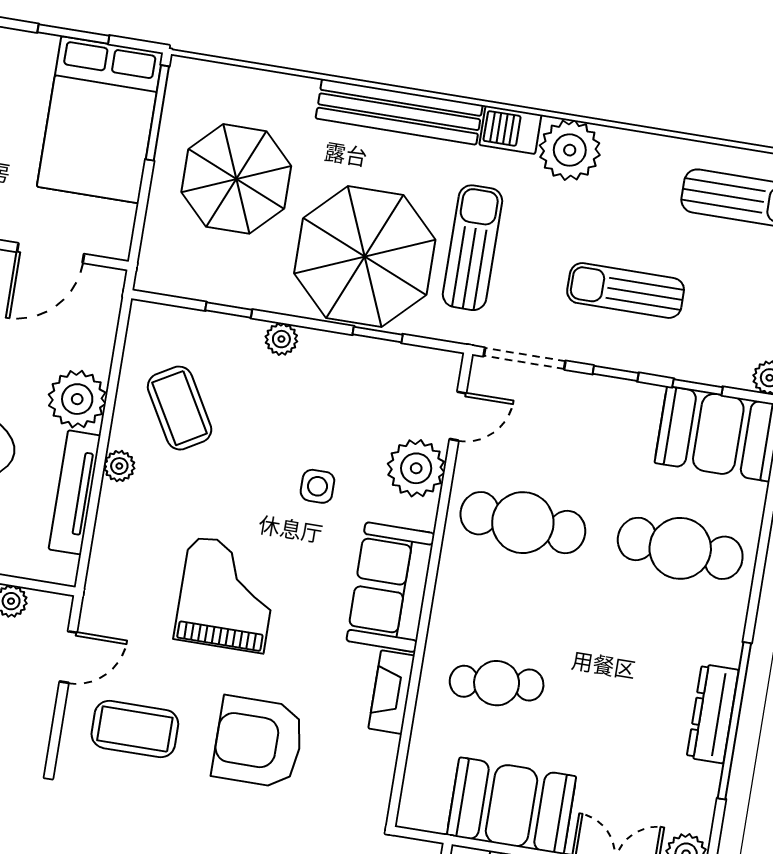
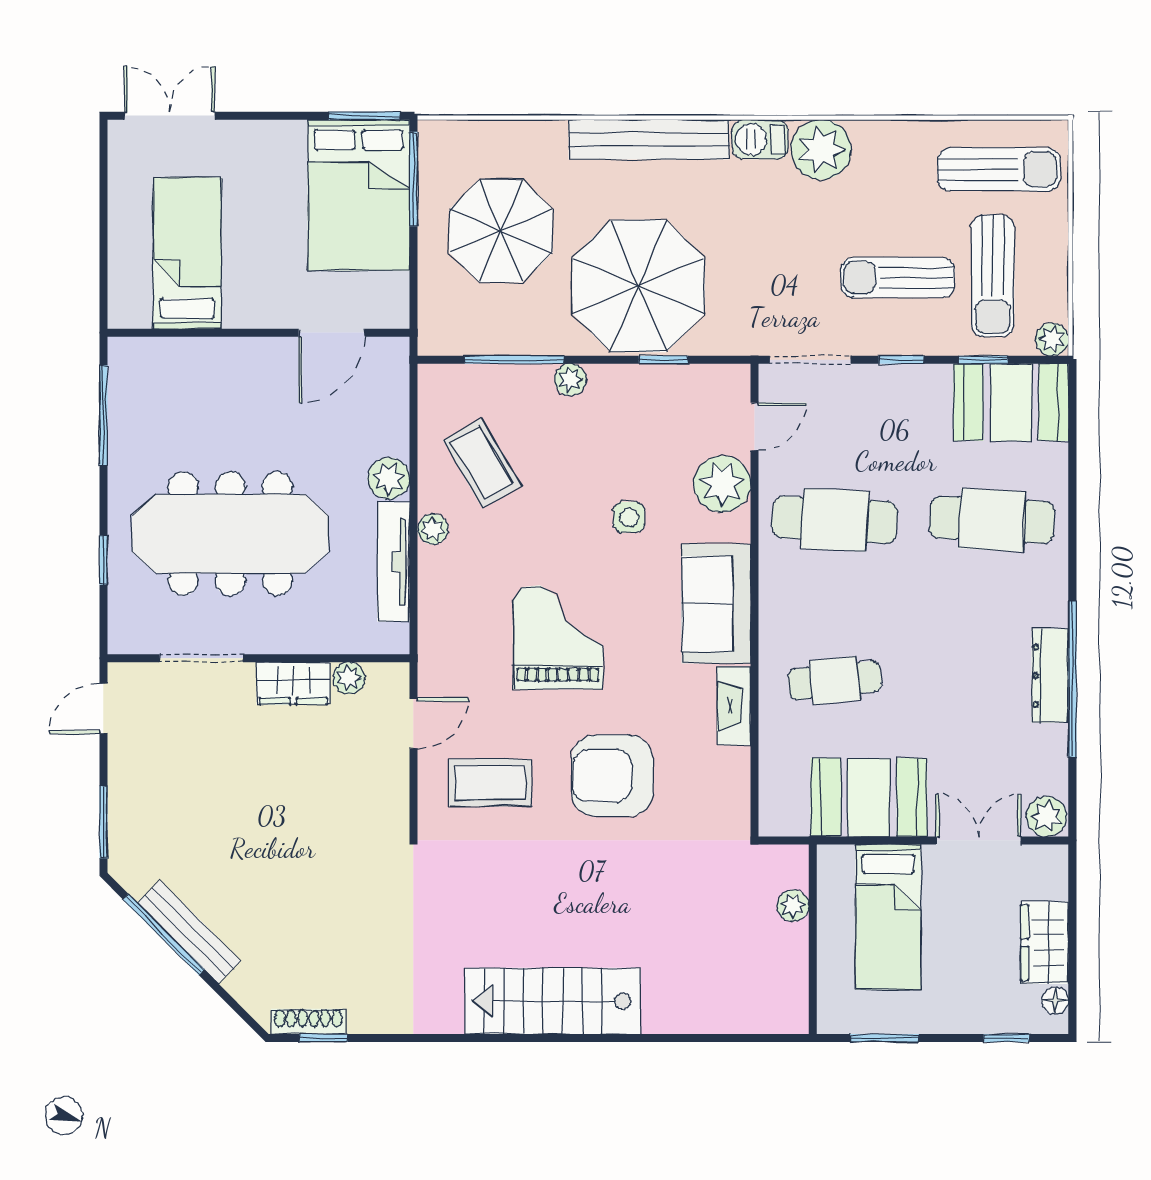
window: (73, 34) -> (364, 116), moved
sun lounger: (472, 248) -> (993, 276), moved, turned 180
window: (229, 310) -> (514, 360), width x2.17
plant: (77, 399) -> (389, 478), width x0.73, depth x0.73

